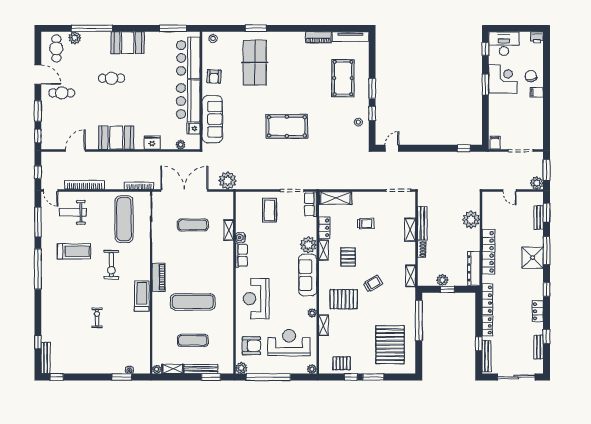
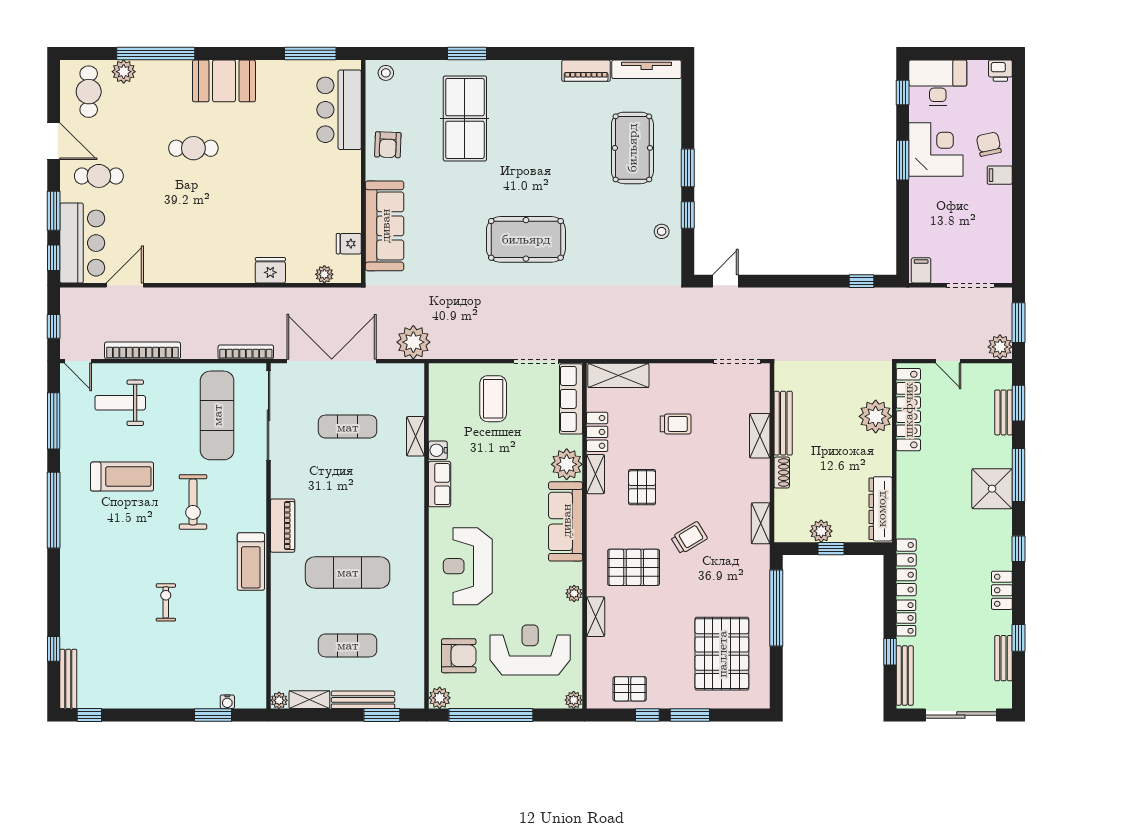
bar counter: (188, 101) -> (82, 243), moved, turned 180
booth: (116, 138) -> (202, 261), removed
row of seats: (311, 204) -> (571, 399), width x1.48
locker: (488, 252) -> (908, 410), moved
treadmill: (142, 296) -> (251, 562), turned 180

